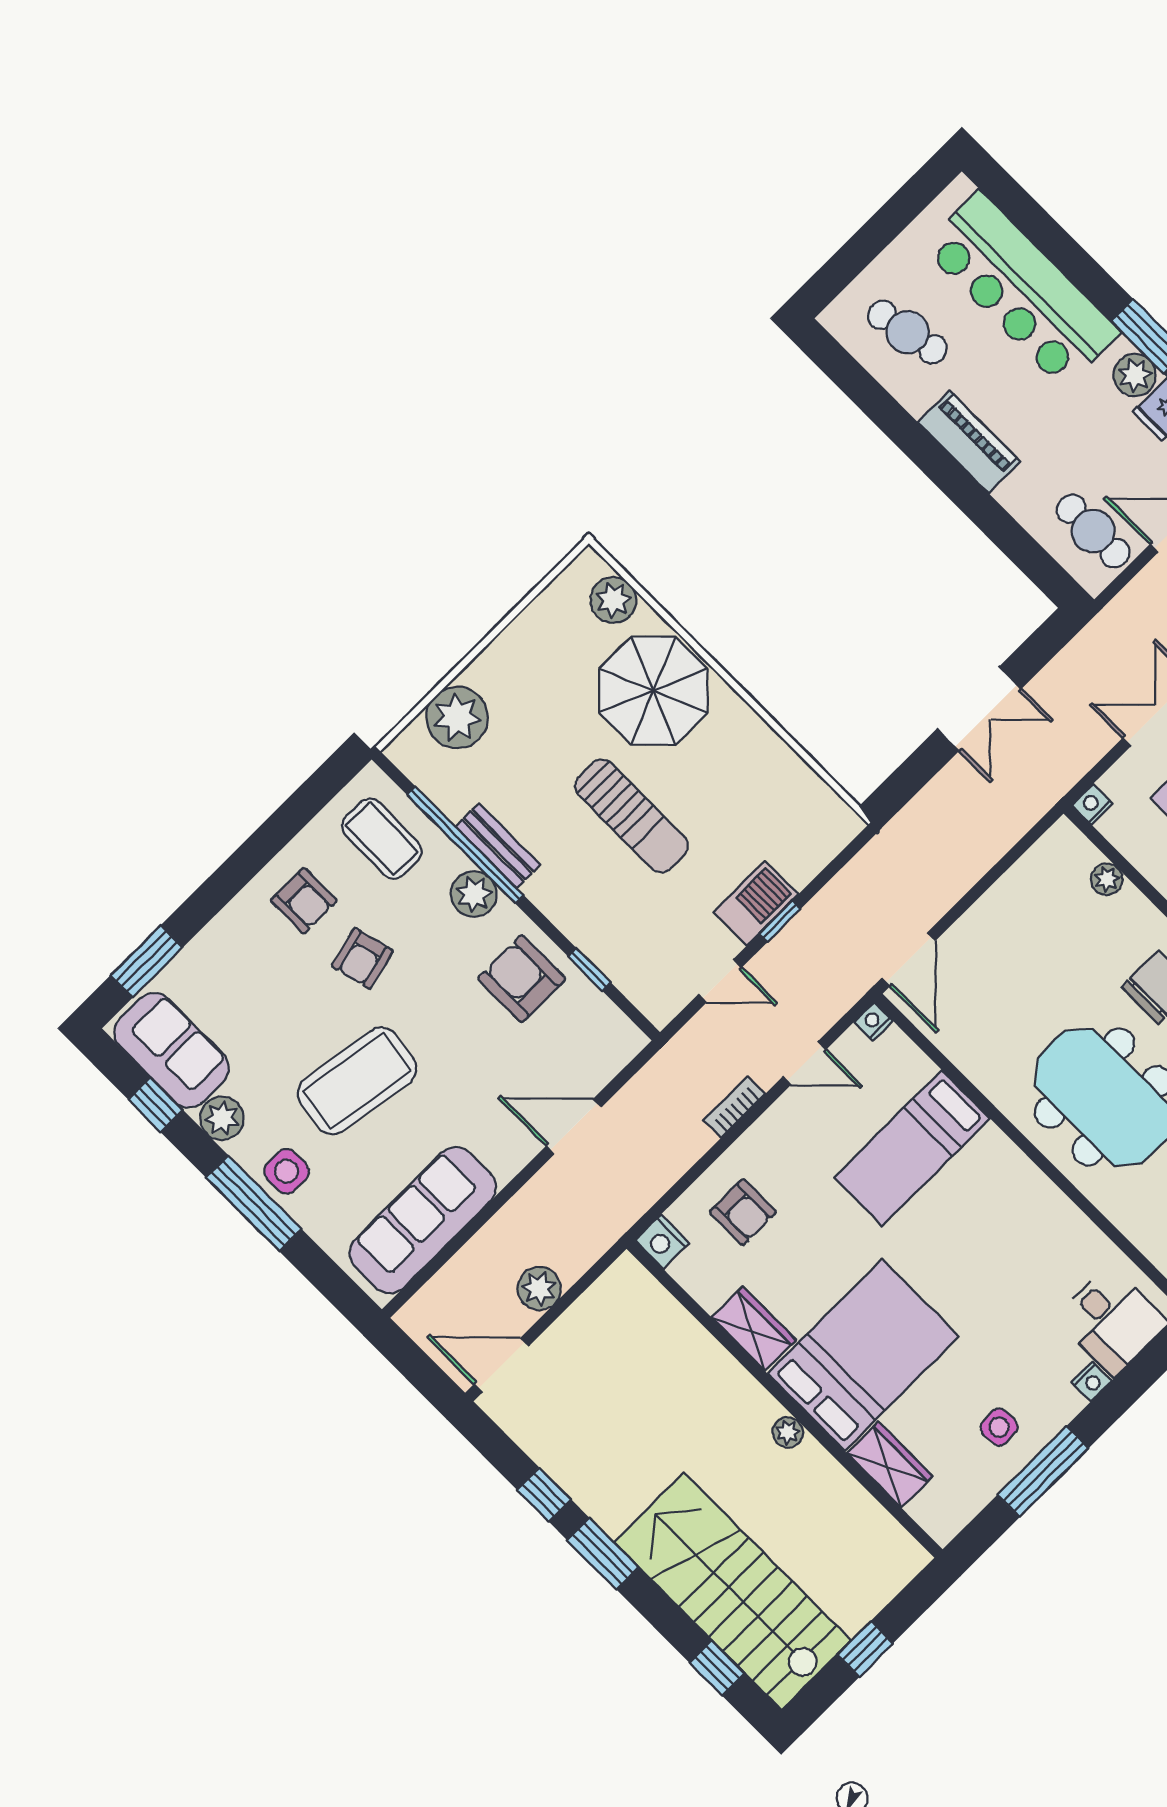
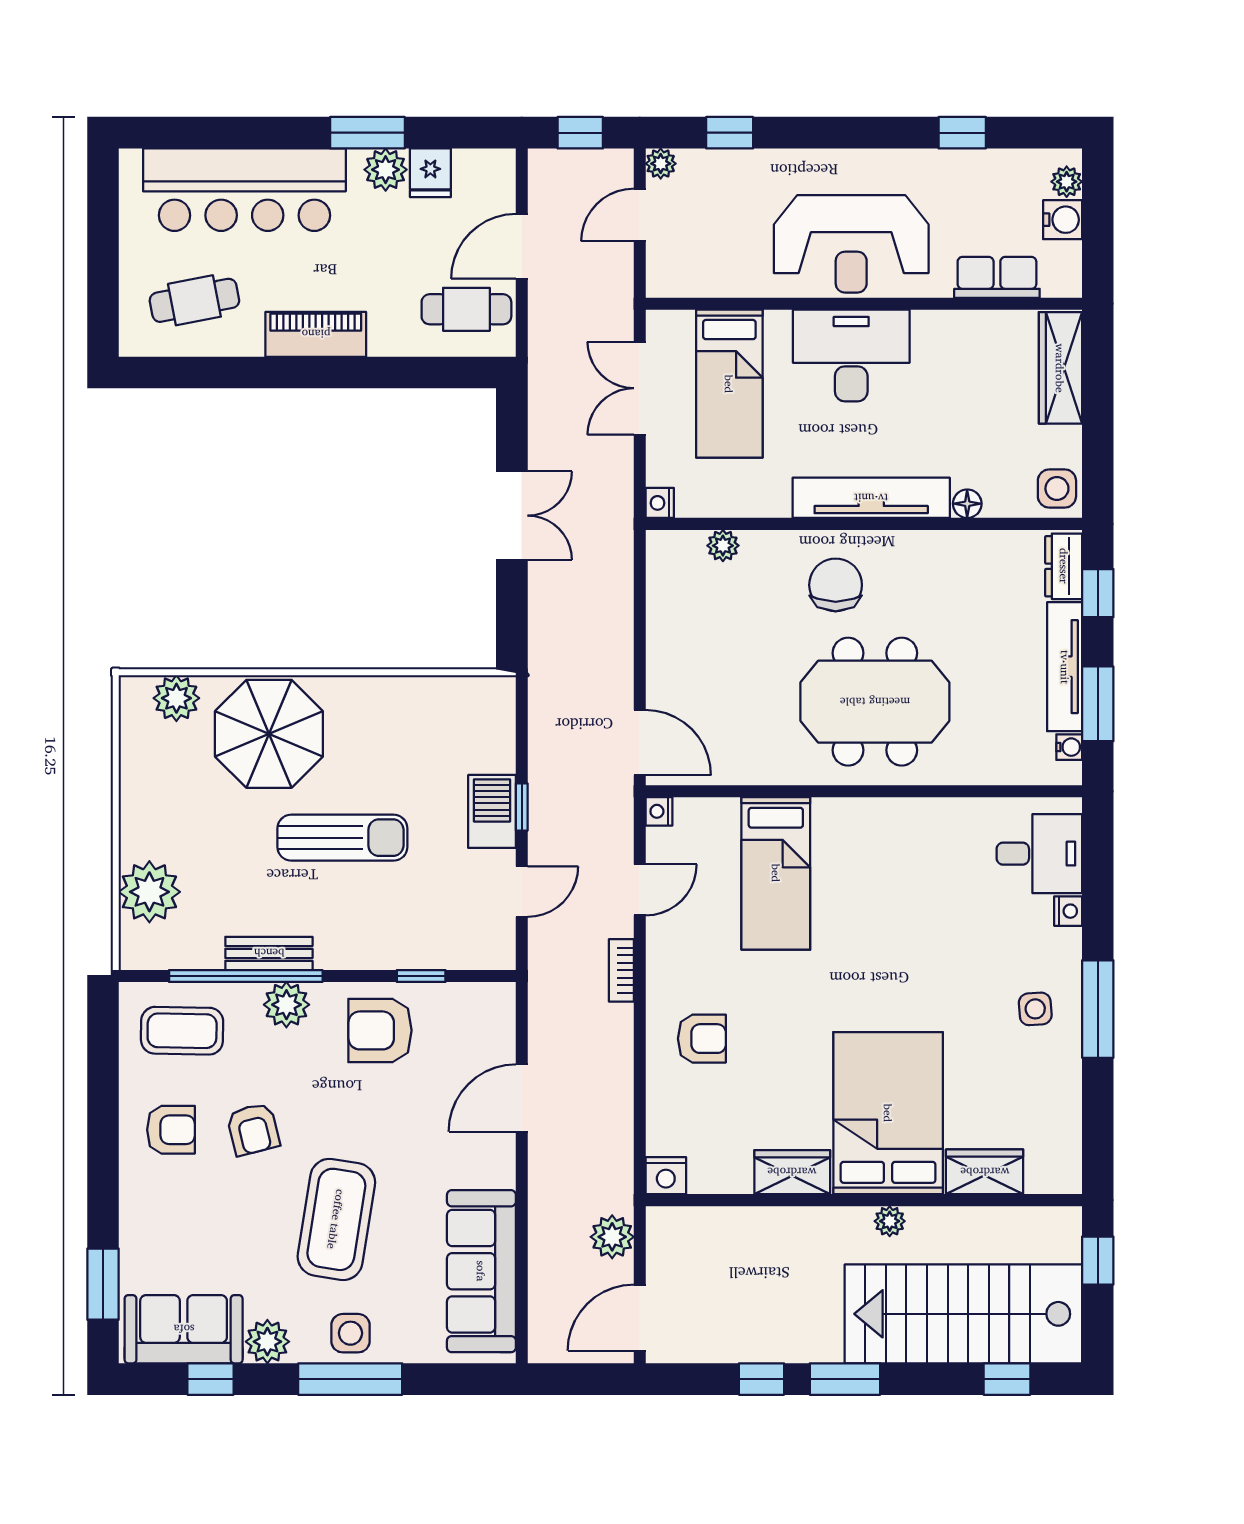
nightstand: (662, 1242) -> (666, 1176), moved
wardrobe: (754, 1329) -> (792, 1172), moved
bed: (863, 1355) -> (888, 1113), moved
wall: (785, 1399) -> (864, 1200), moved
plant: (788, 1432) -> (890, 1221), moved
wardrobe: (890, 1465) -> (985, 1172), moved

